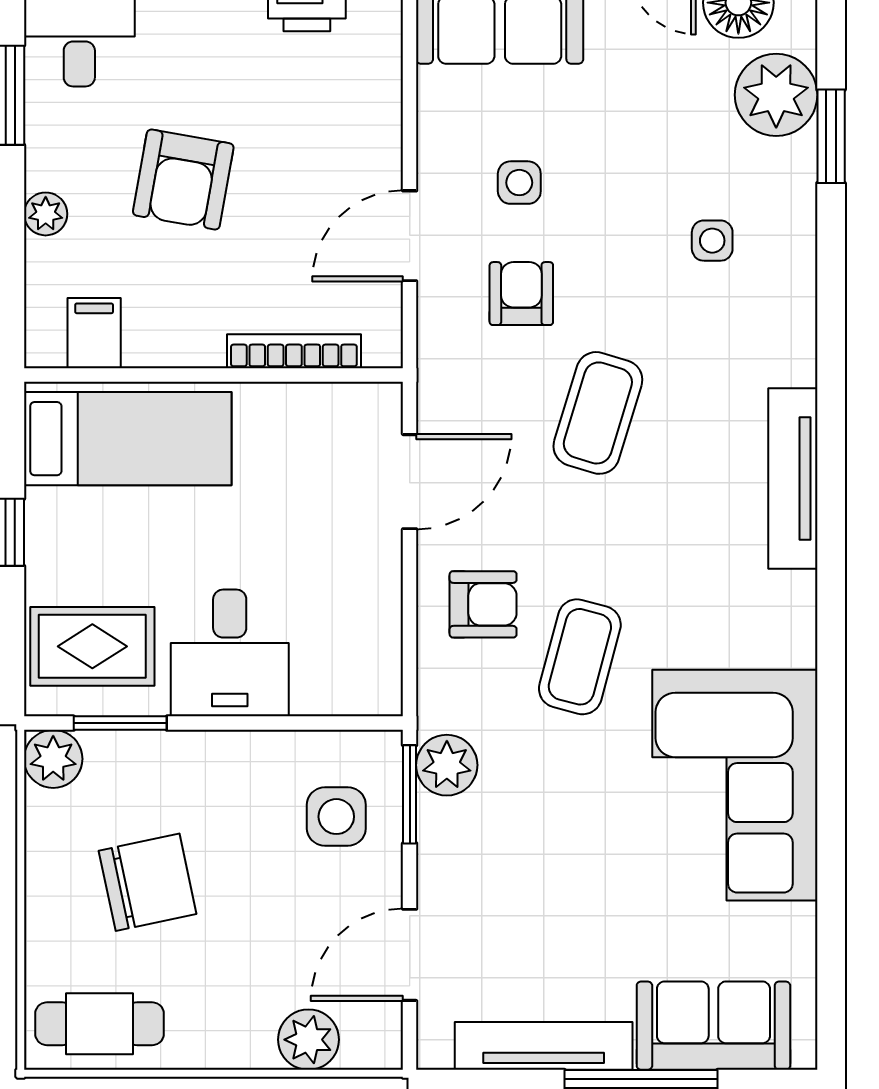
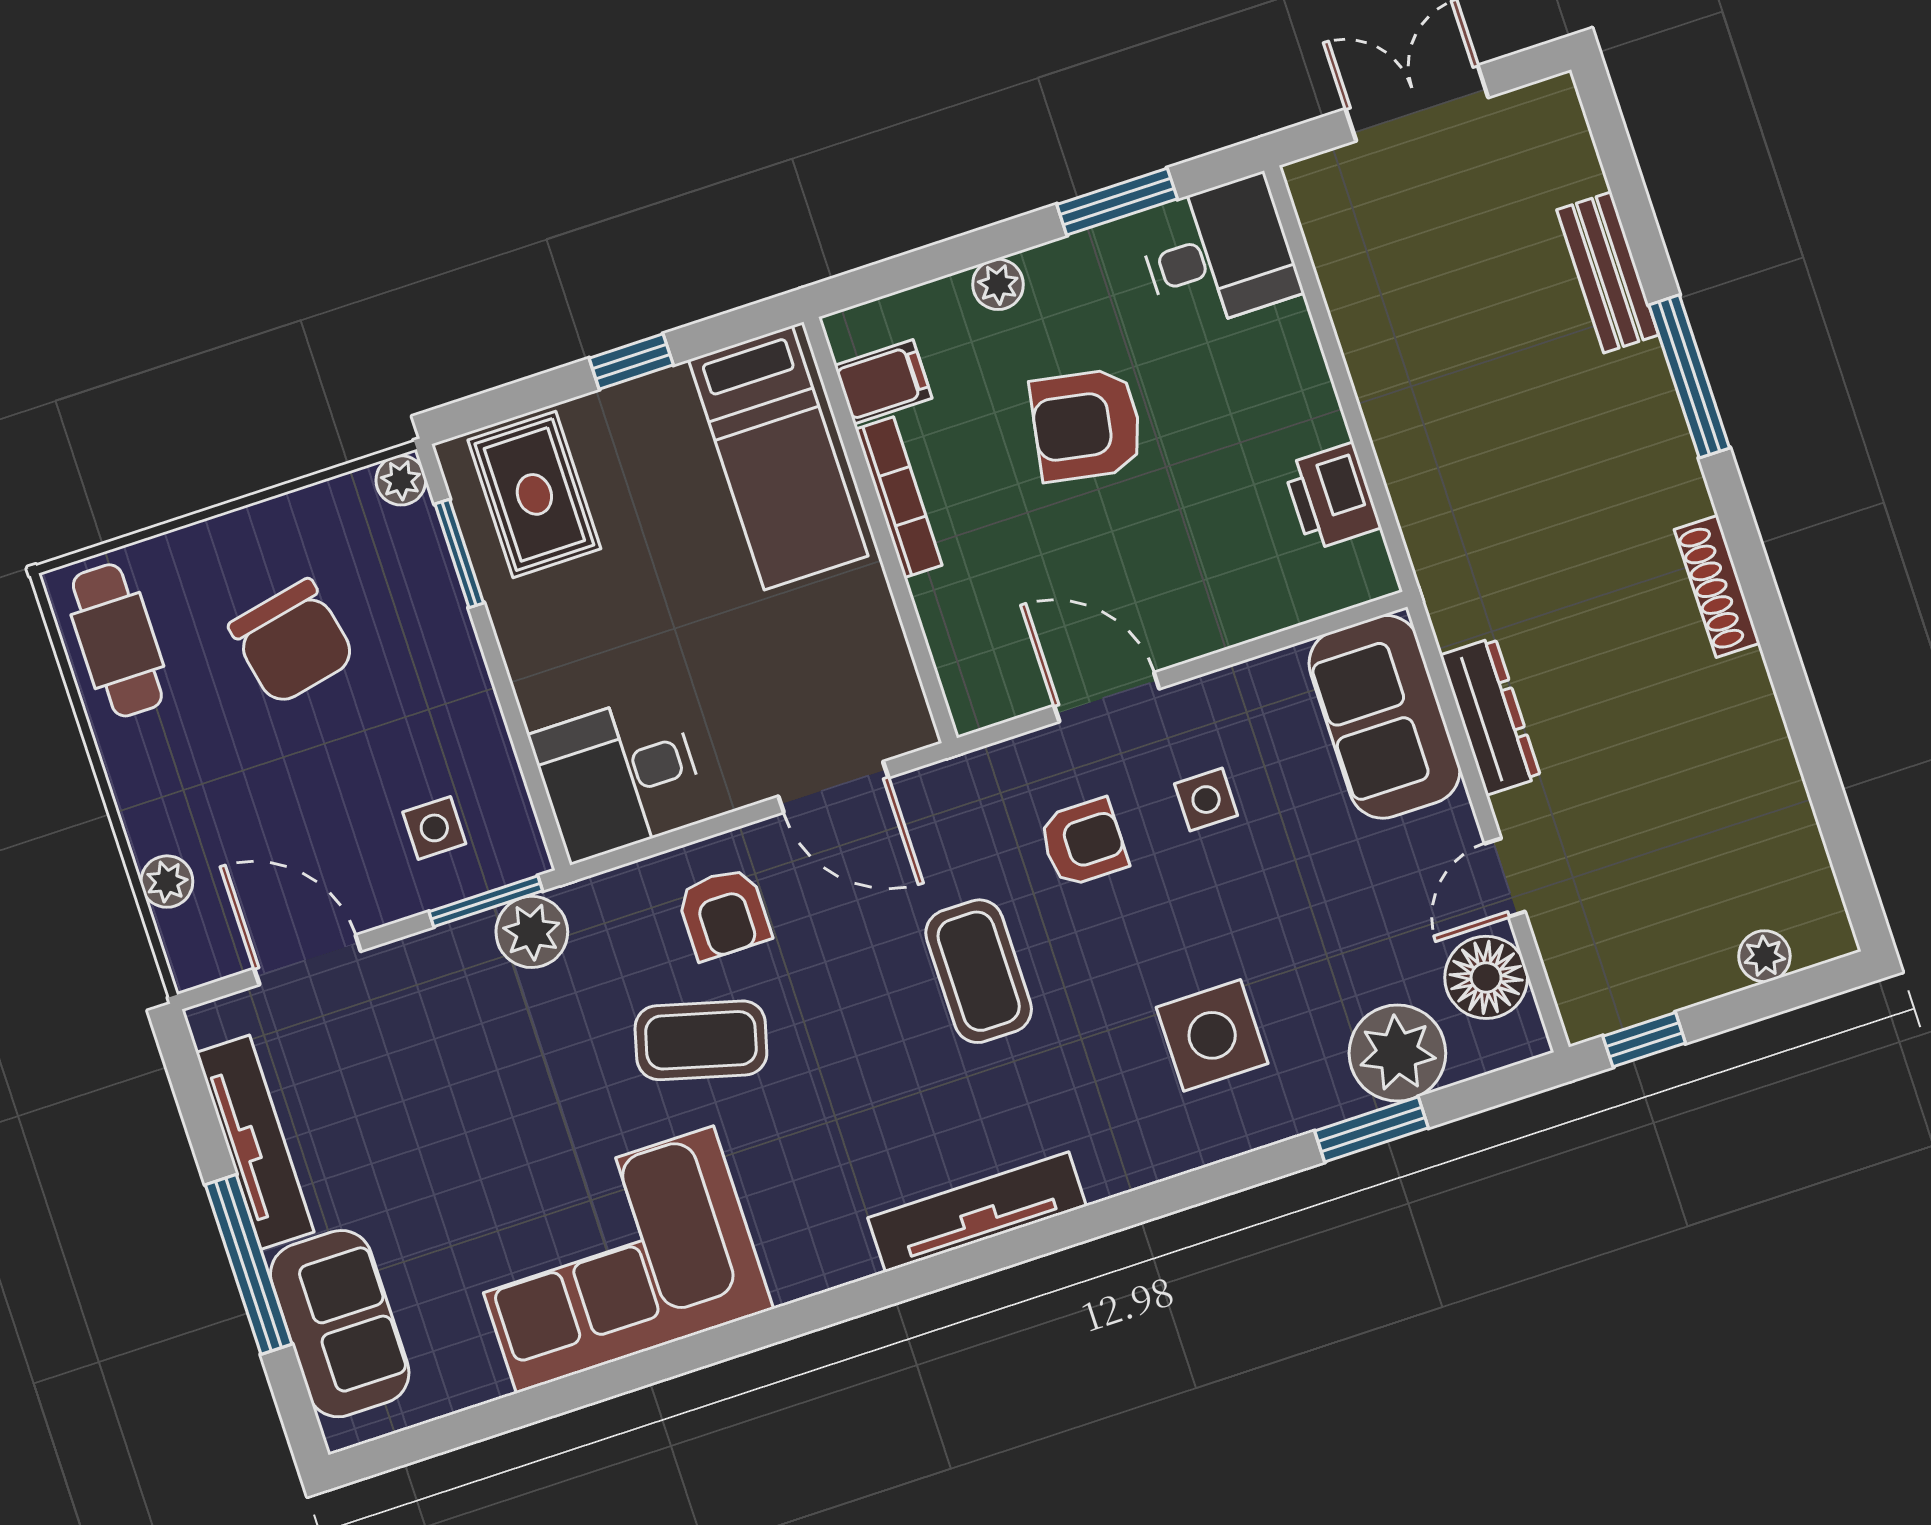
side table: (712, 241) -> (1212, 1035), width x1.87, depth x1.87
bookcase: (294, 351) -> (899, 497), moved
coffee table: (598, 413) -> (979, 971), turned 73
desk: (230, 653) -> (619, 777), moved
plant: (53, 759) -> (401, 480), width x0.73, depth x0.73
side table: (336, 817) -> (434, 828), width x0.73, depth x0.73
plant: (308, 1040) -> (167, 882), width x0.73, depth x0.73

